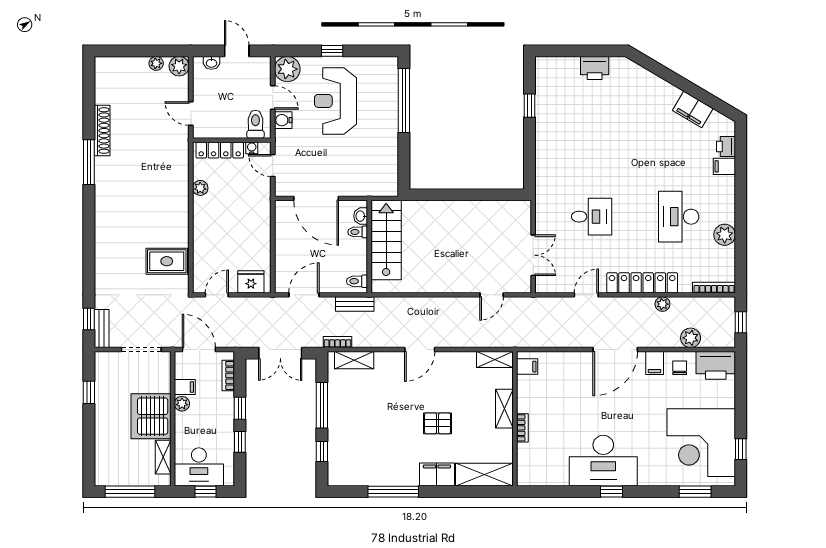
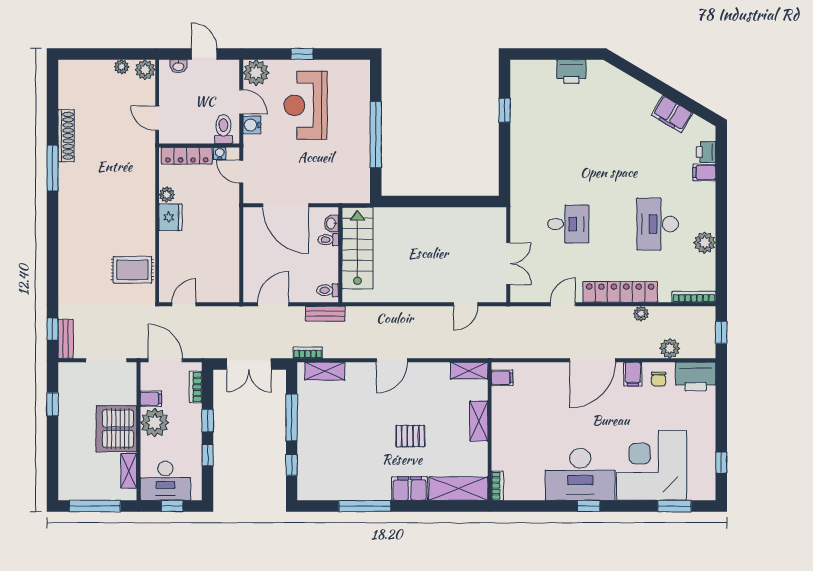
window: (404, 100) -> (376, 135), moved
fridge: (251, 282) -> (170, 217), moved, turned 90
chair: (680, 368) -> (659, 379), turned 180
plant: (182, 404) -> (155, 423), width x1.88, depth x1.88
bookcase: (522, 428) -> (497, 486), moved
corner desk: (701, 443) -> (652, 465), moved, turned 90

